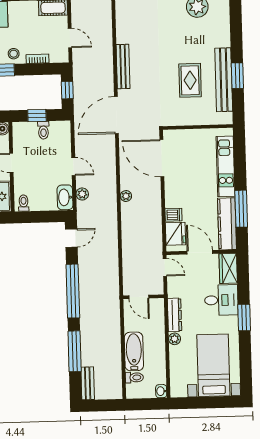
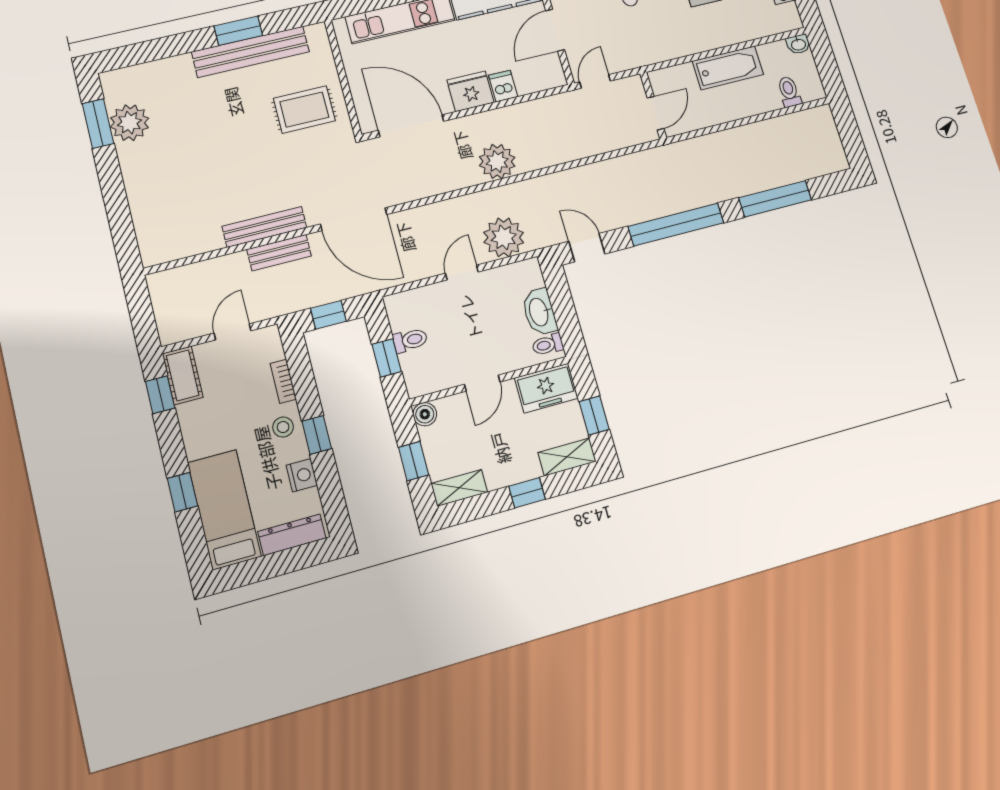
rug: (190, 80) -> (304, 110), moved
door: (162, 158) -> (411, 126), swing flipped
plant: (82, 194) -> (504, 237), width x1.88, depth x1.88
plant: (126, 196) -> (497, 161), width x1.88, depth x1.88
washbasin: (65, 197) -> (539, 312), moved, turned 90
fridge: (175, 234) -> (470, 91), moved
dresser: (175, 315) -> (669, 49), removed
plant: (175, 339) -> (708, 41), removed
bathtub: (134, 351) -> (728, 68), moved, turned 180
bench: (88, 383) -> (279, 253), moved

